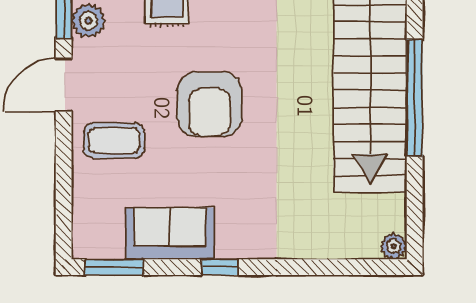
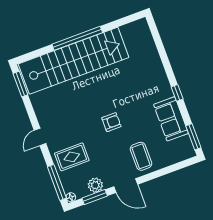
armchair: (210, 104) -> (111, 122), width x0.53, depth x0.53
plant: (394, 246) -> (142, 24), removed

